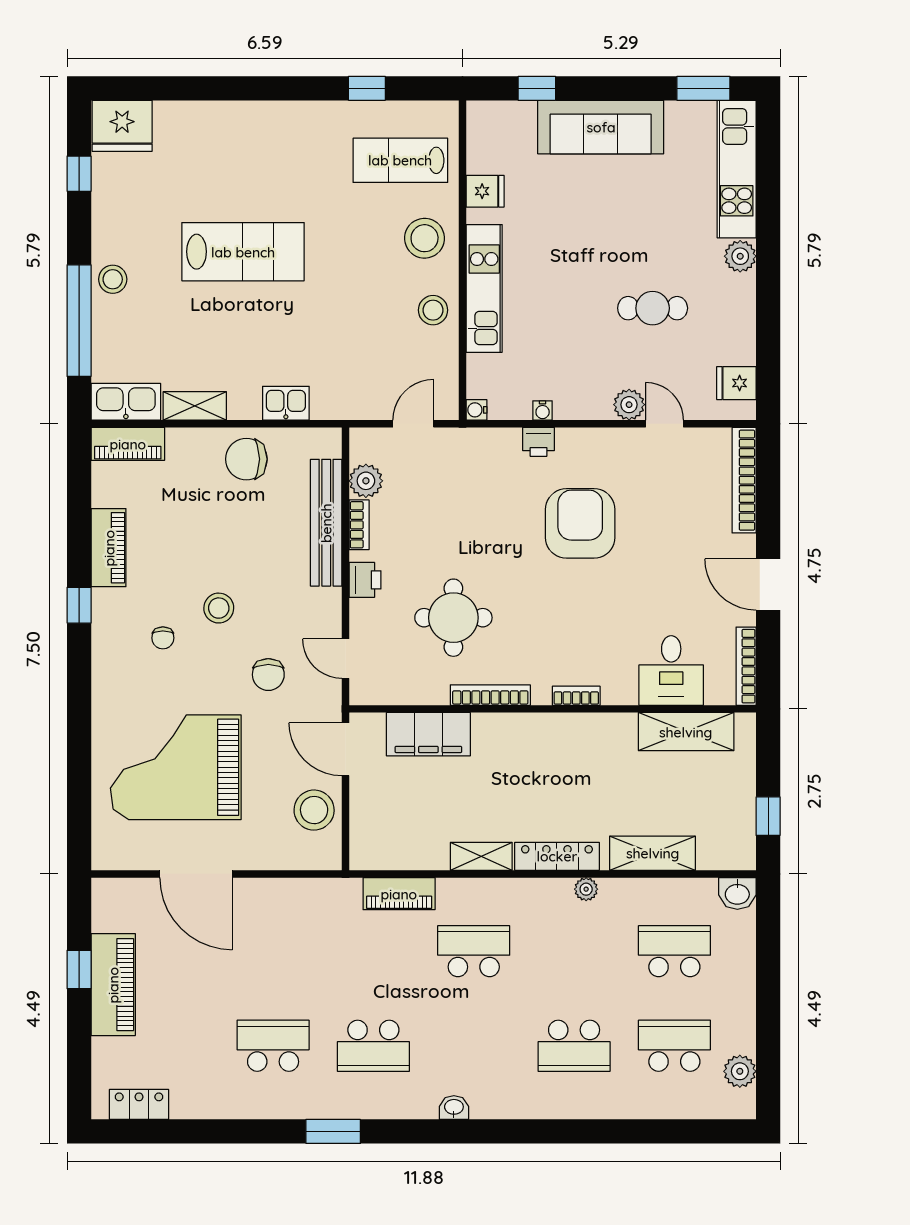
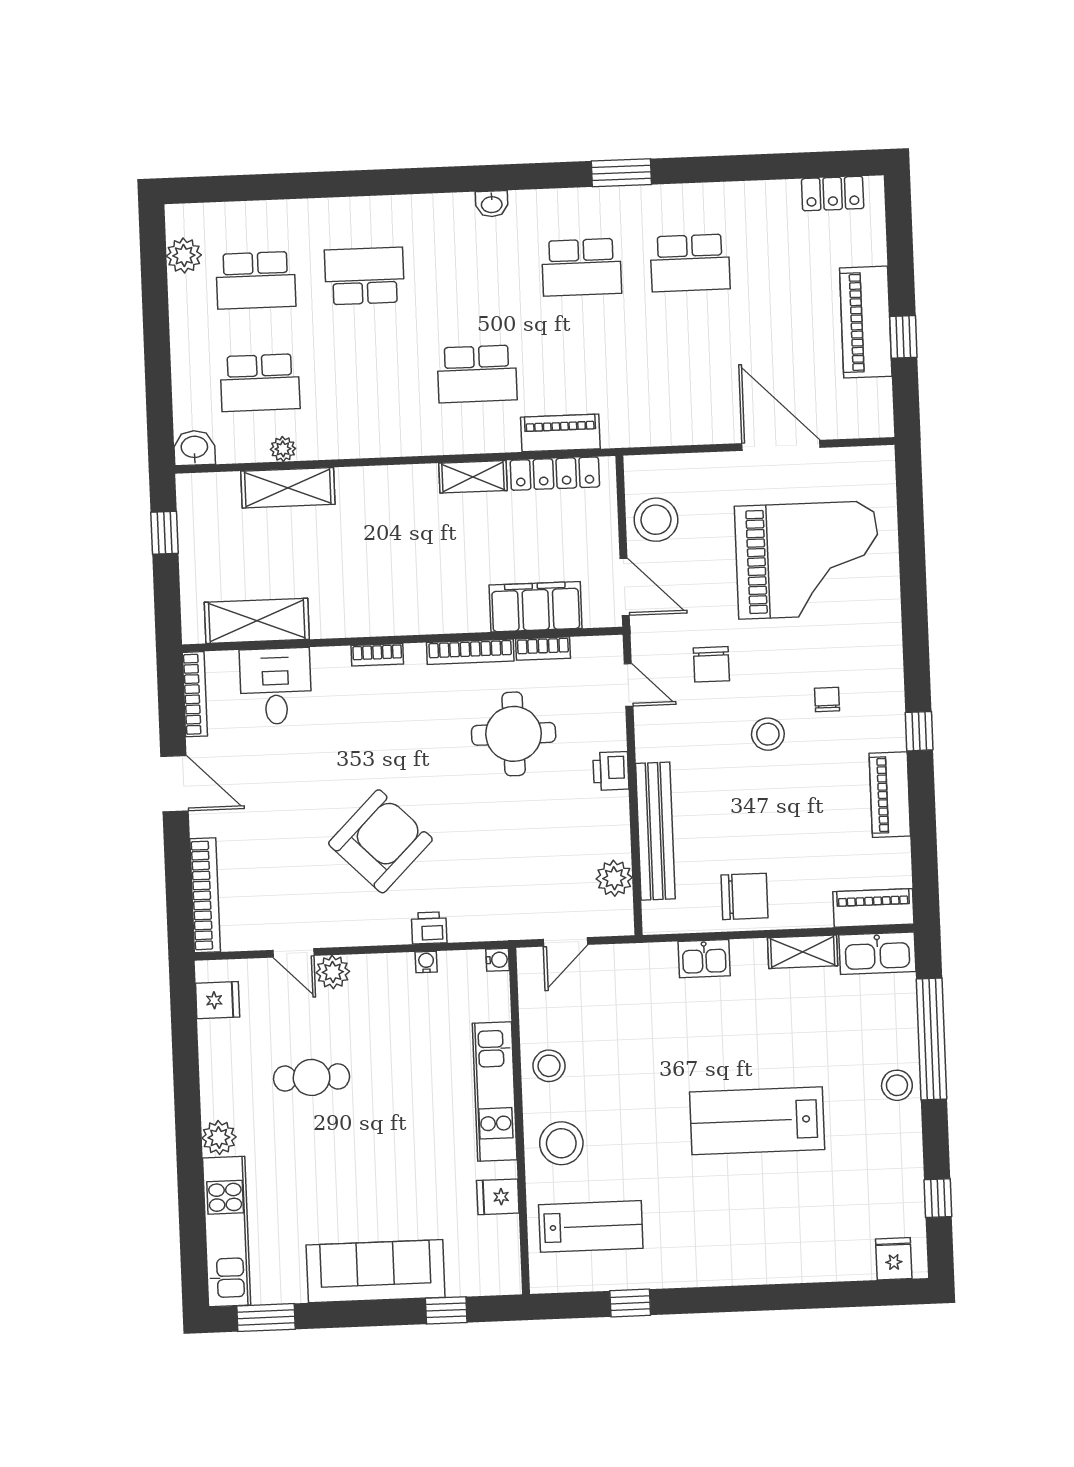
fridge: (122, 126) -> (894, 1259), width x0.53, depth x0.75
armchair: (580, 523) -> (380, 841), turned -135
bookcase: (359, 525) -> (543, 649), moved, turned -90
chair: (268, 675) -> (711, 664), turned 180
locker: (557, 856) -> (555, 474), moved
plant: (586, 889) -> (283, 449), moved
school desk: (373, 1046) -> (582, 267), turned 180

